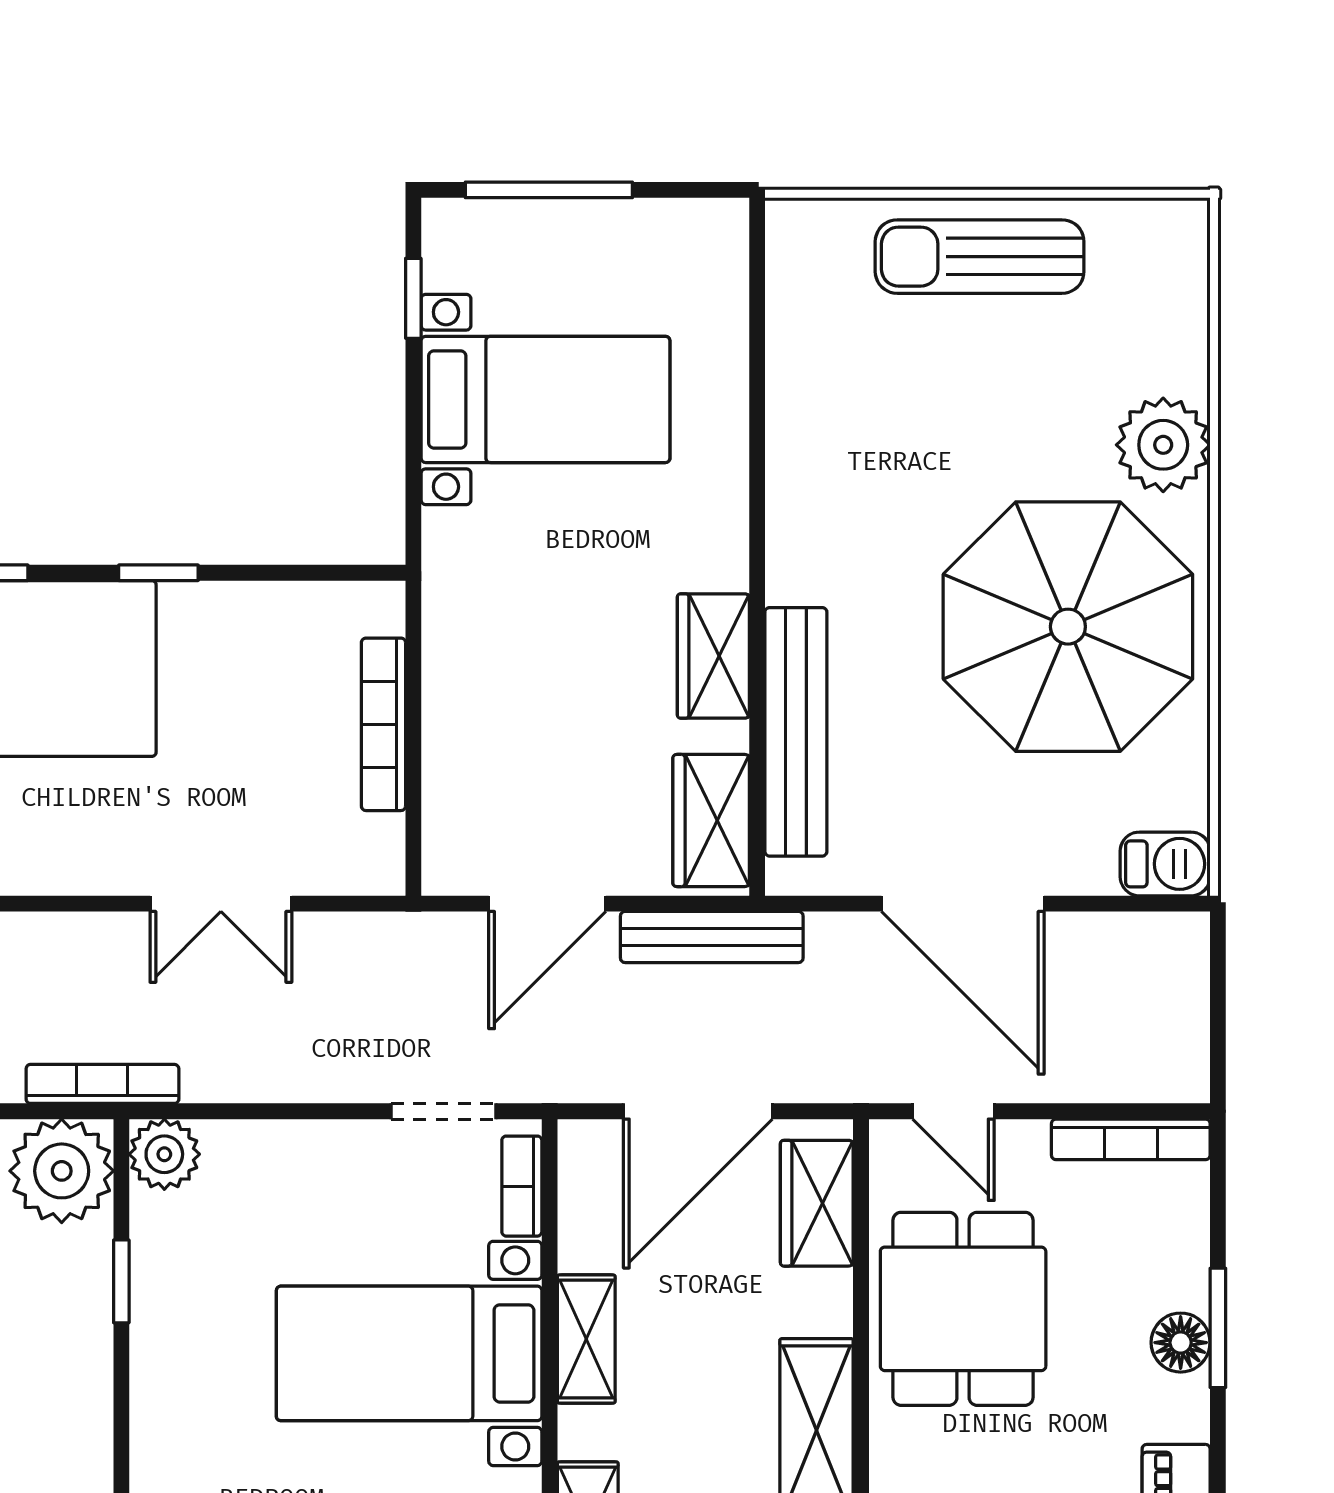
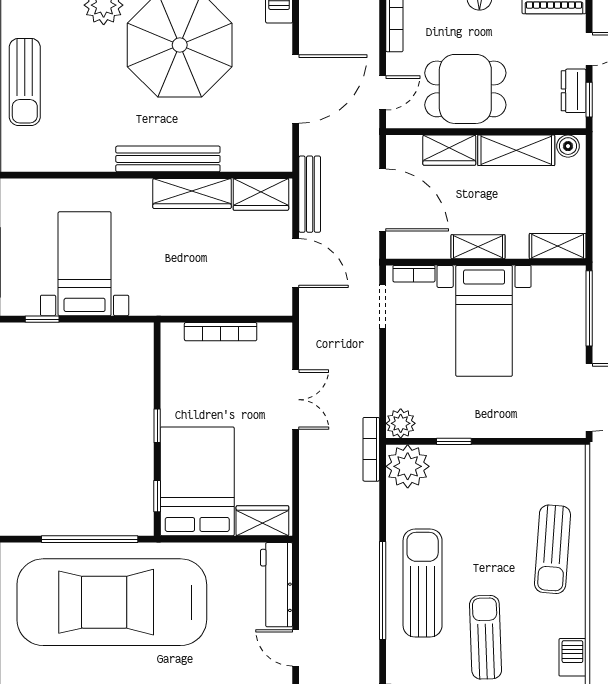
wardrobe: (713, 656) -> (192, 193), width x1.50
bench: (796, 732) -> (168, 159), moved
wardrobe: (817, 1203) -> (449, 150), moved

